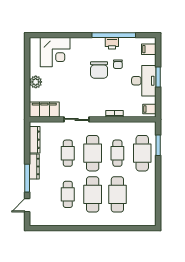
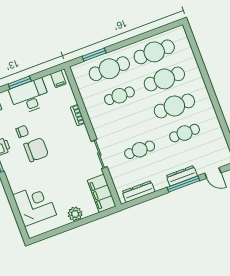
cafe table: (93, 153) -> (154, 52), moved
dresser: (34, 166) -> (182, 176), moved

